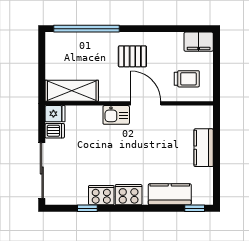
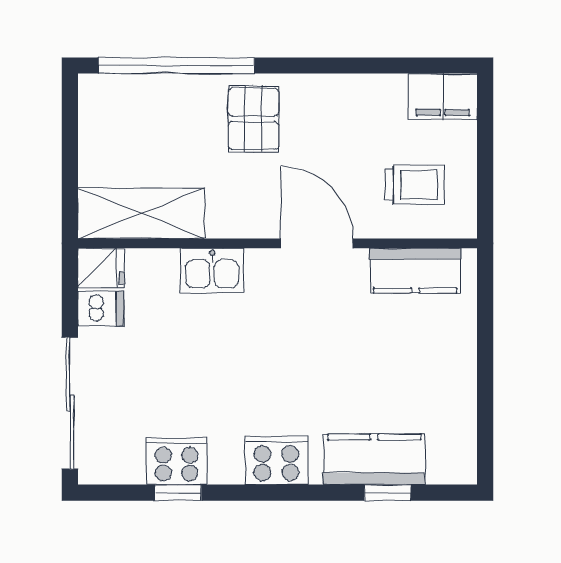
pallet: (132, 56) -> (253, 119), moved, turned 90
kitchen sink: (116, 115) -> (212, 271), moved
kitchen counter: (204, 148) -> (415, 271), moved, turned -90
cooker: (101, 195) -> (177, 461), moved
window: (195, 208) -> (388, 493), moved

